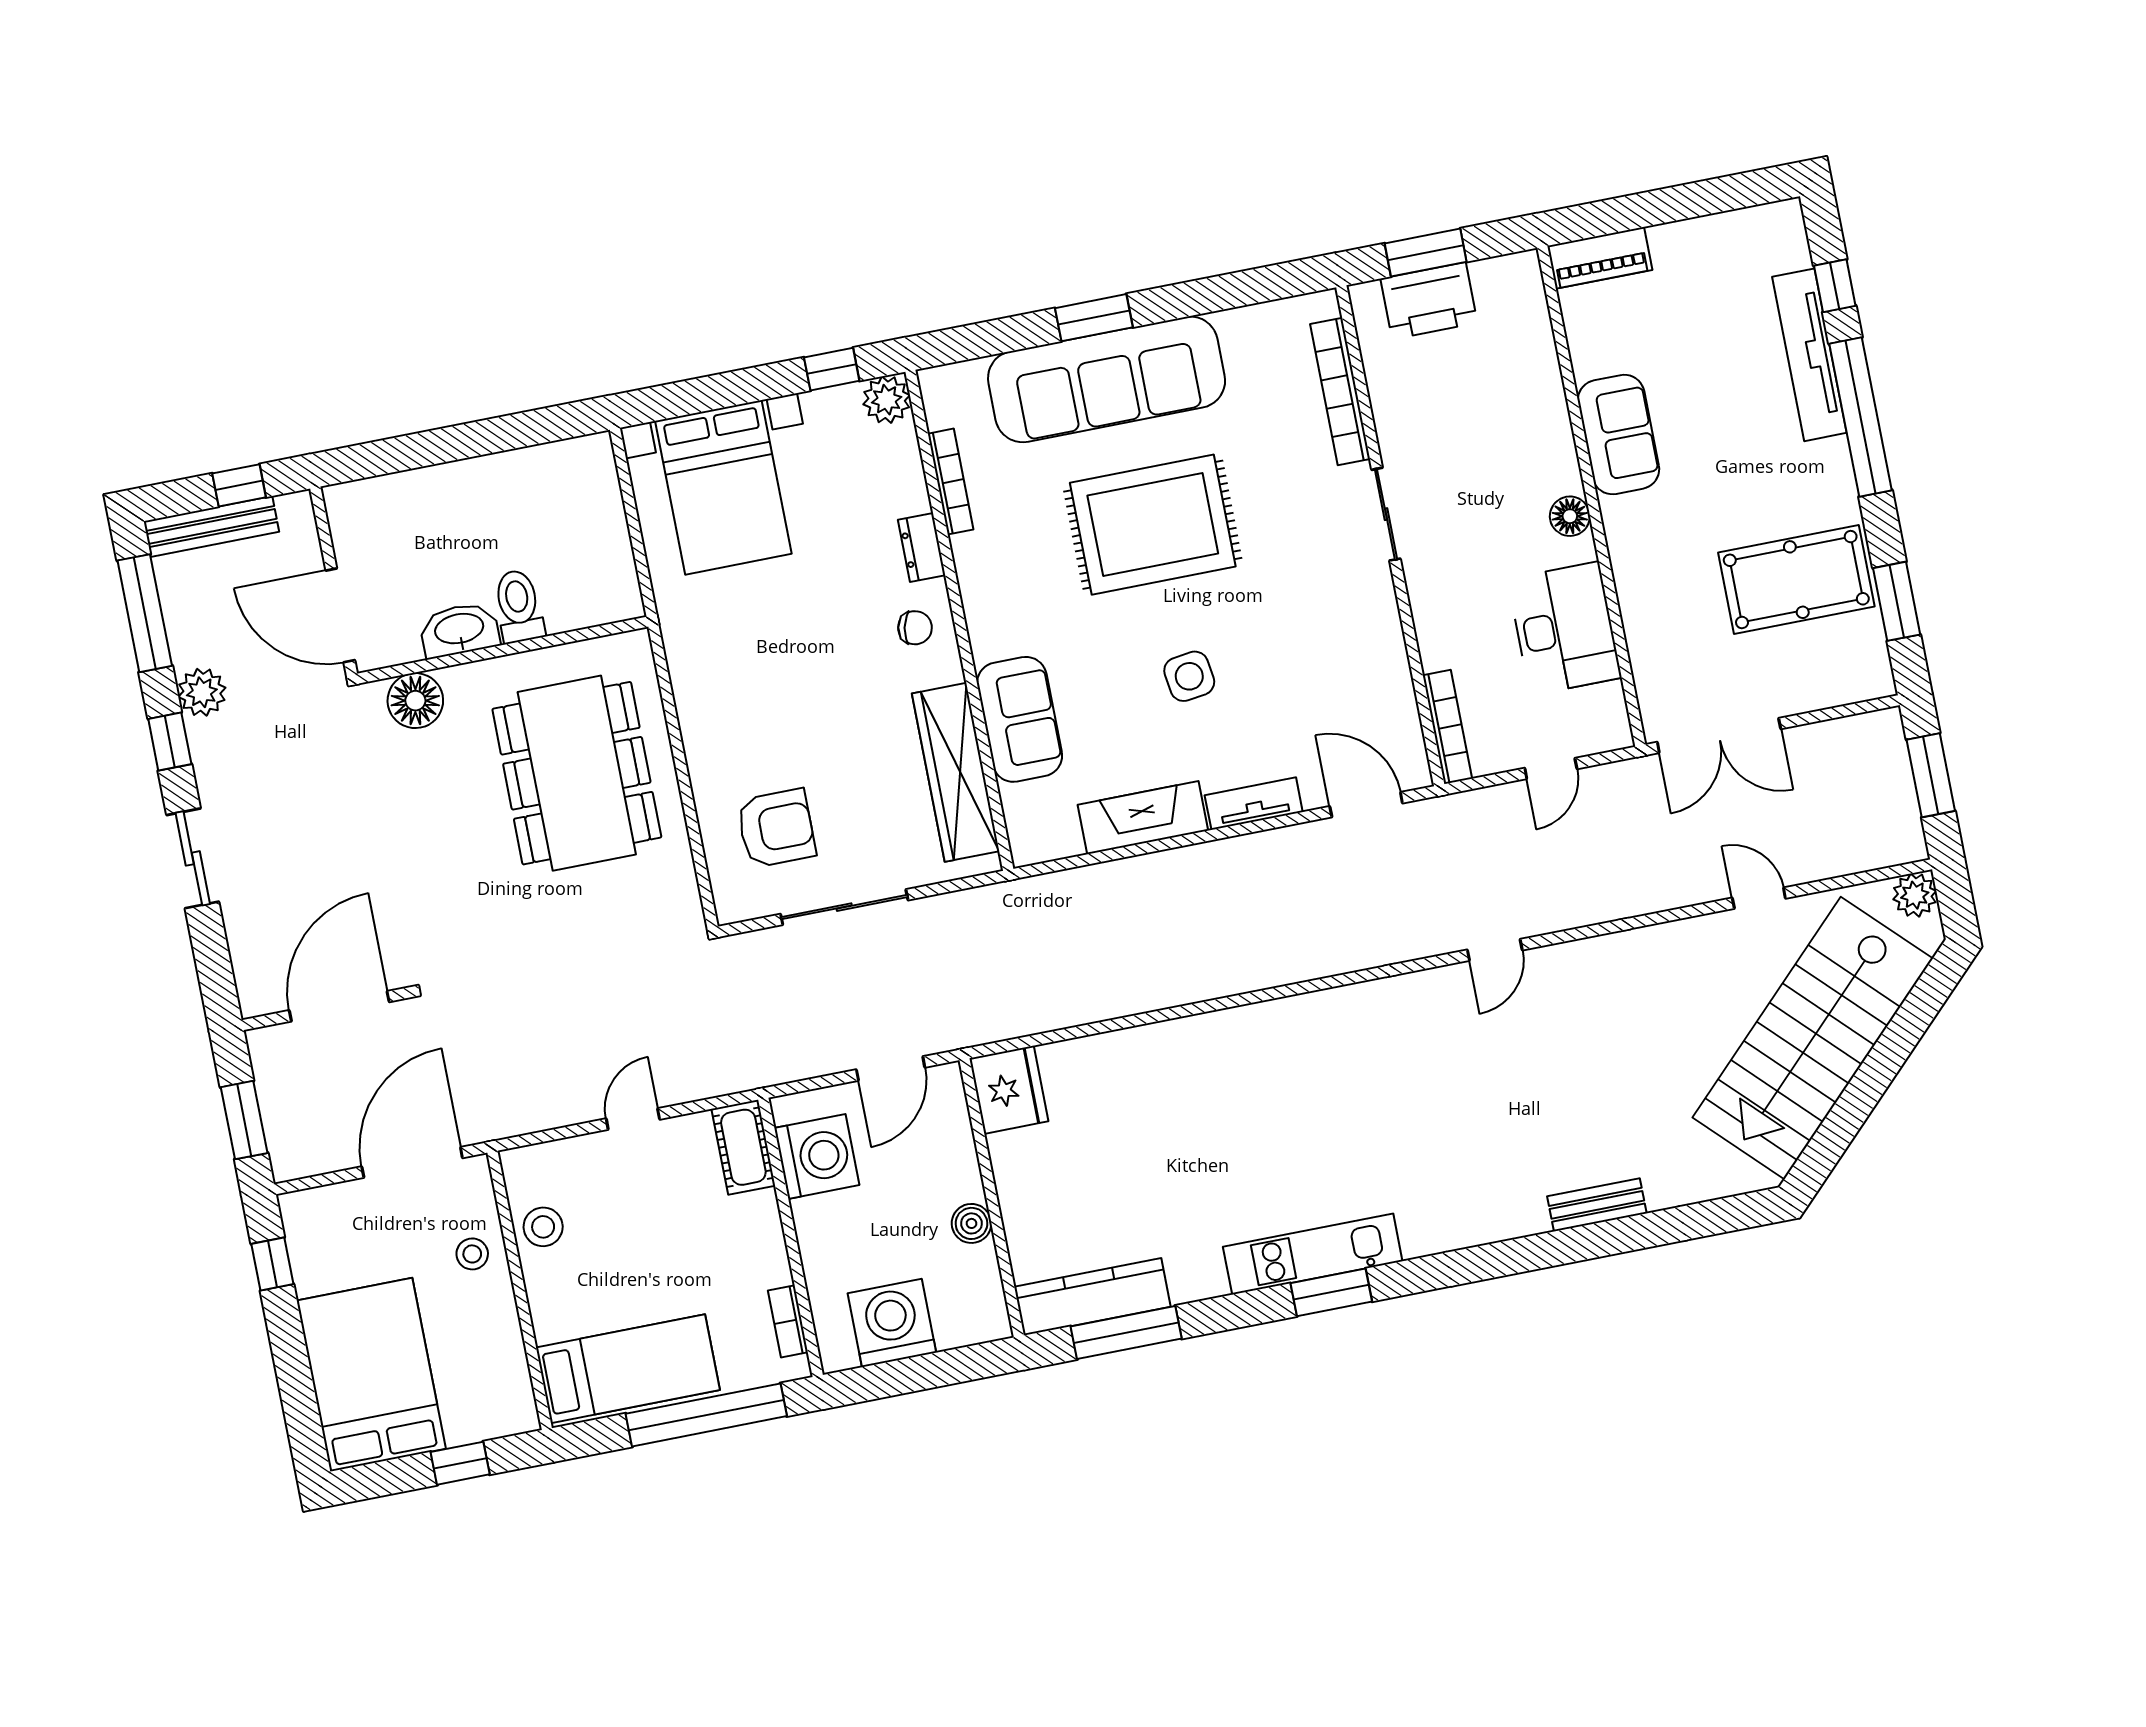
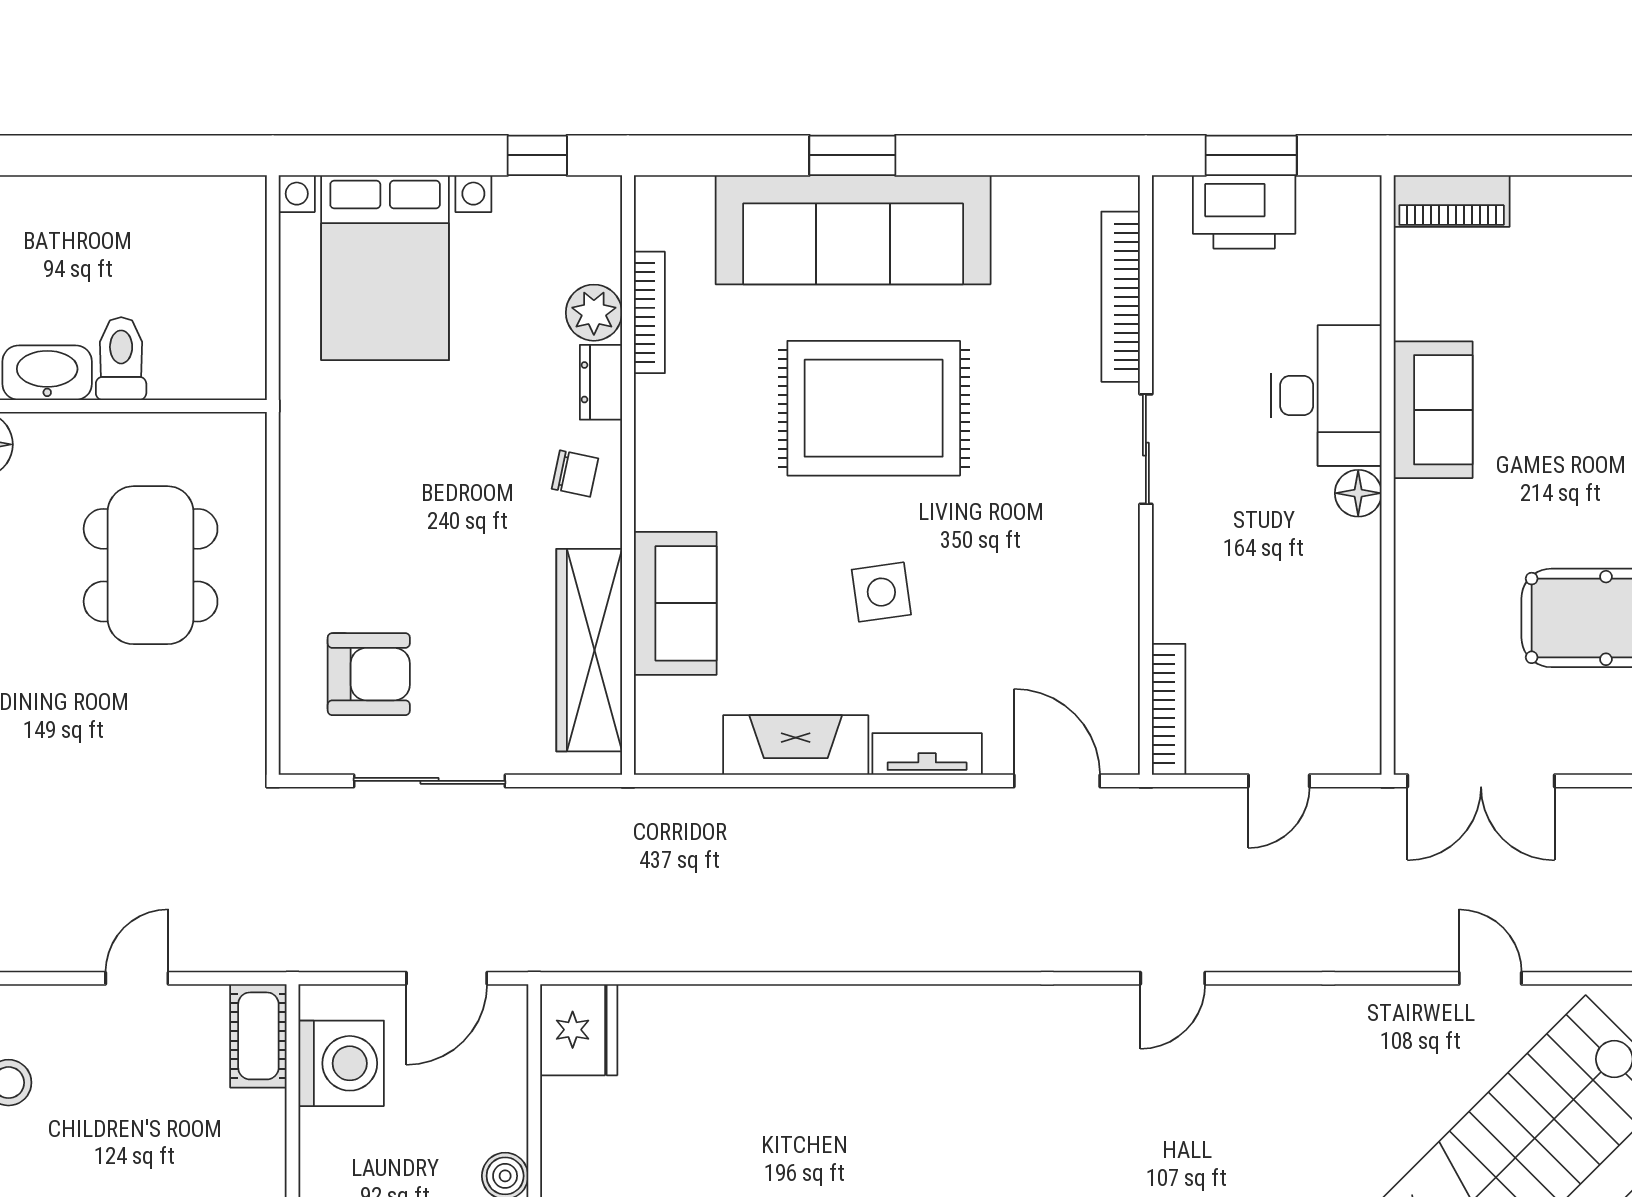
plant: (887, 400) -> (594, 313), moved
desk: (1564, 628) -> (1326, 396), moved
dining table: (577, 773) -> (151, 565), width x0.73, depth x0.80

